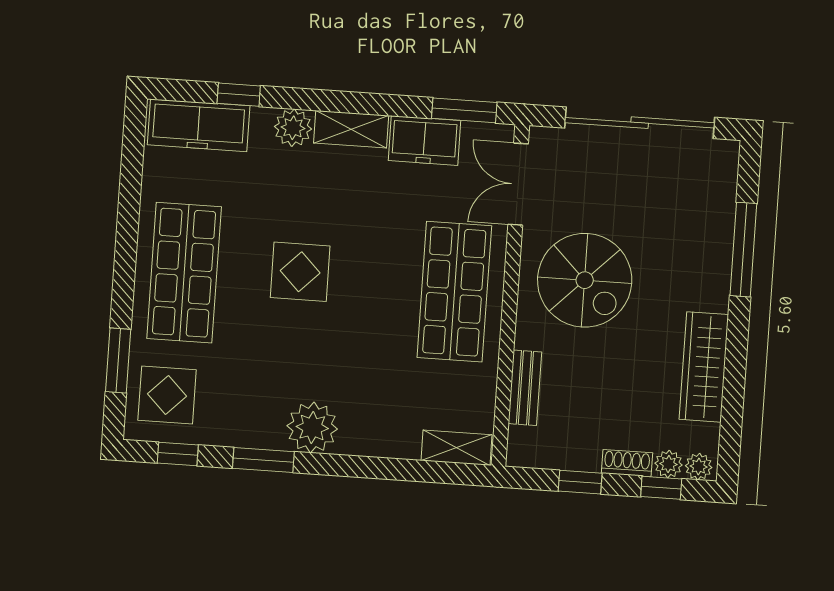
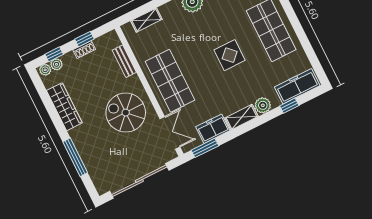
shelving: (456, 448) -> (146, 20), moved
shoe rack: (627, 463) -> (84, 50), moved

